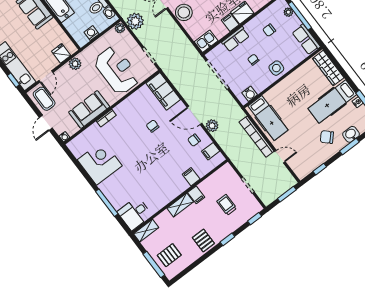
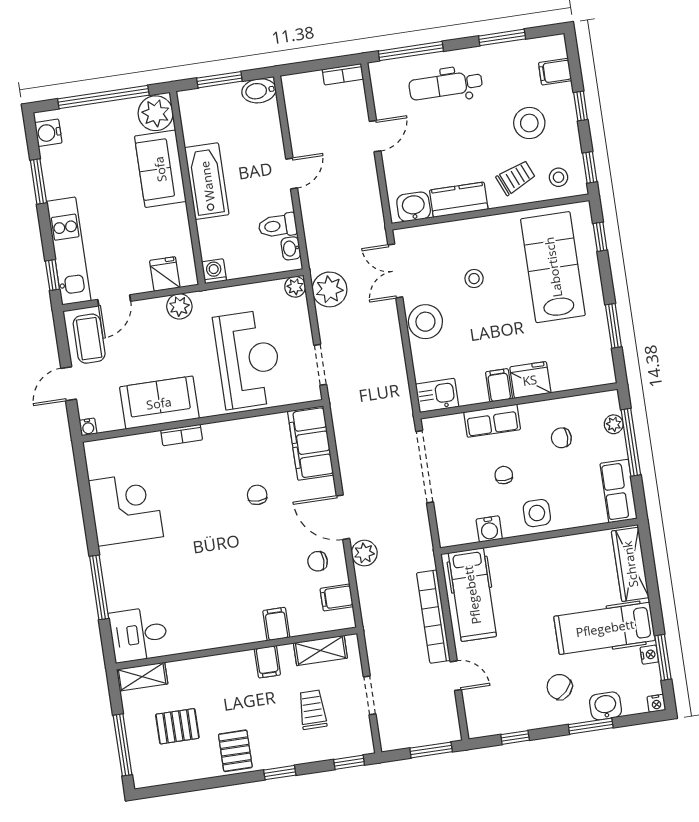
washing machine: (92, 33) -> (214, 271), moved
water cooler: (250, 94) -> (489, 529), moved
shelving: (180, 205) -> (320, 650), moved
pallet: (169, 255) -> (177, 726), moved

